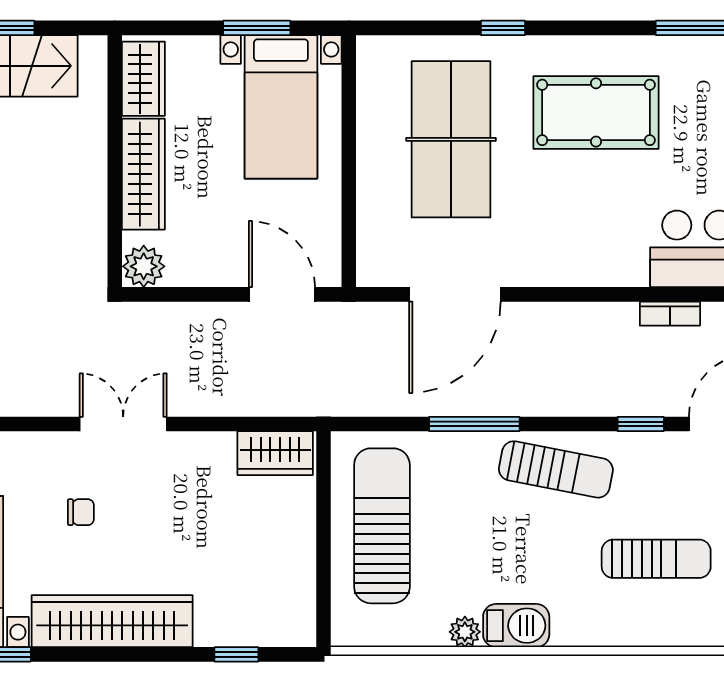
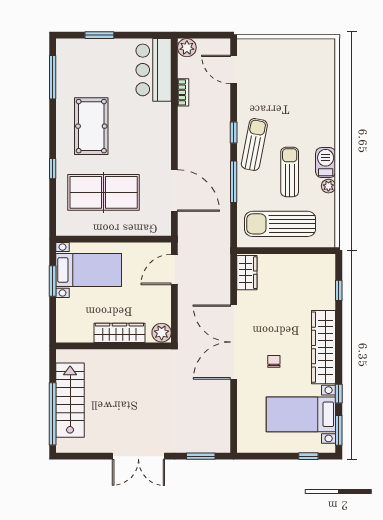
wardrobe: (143, 79) -> (76, 333), removed
double door: (123, 424) -> (234, 342), width x1.87
window: (641, 424) -> (234, 133), moved
sun lounger: (656, 559) -> (290, 172), moved

